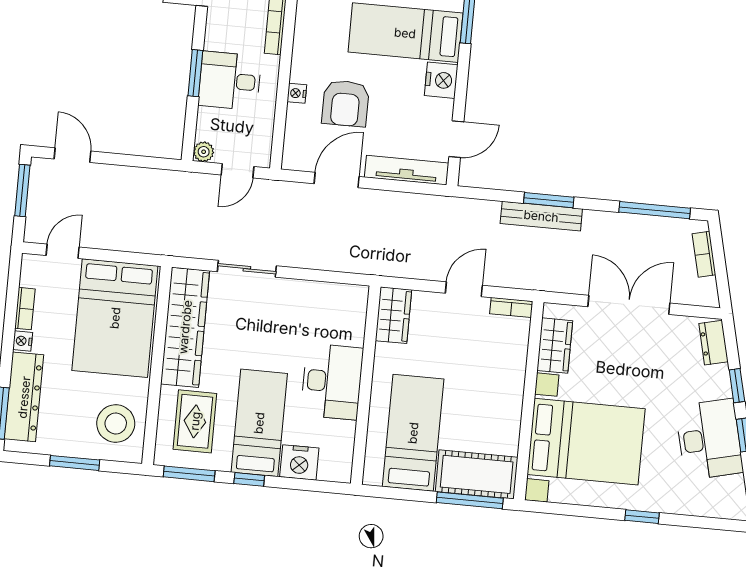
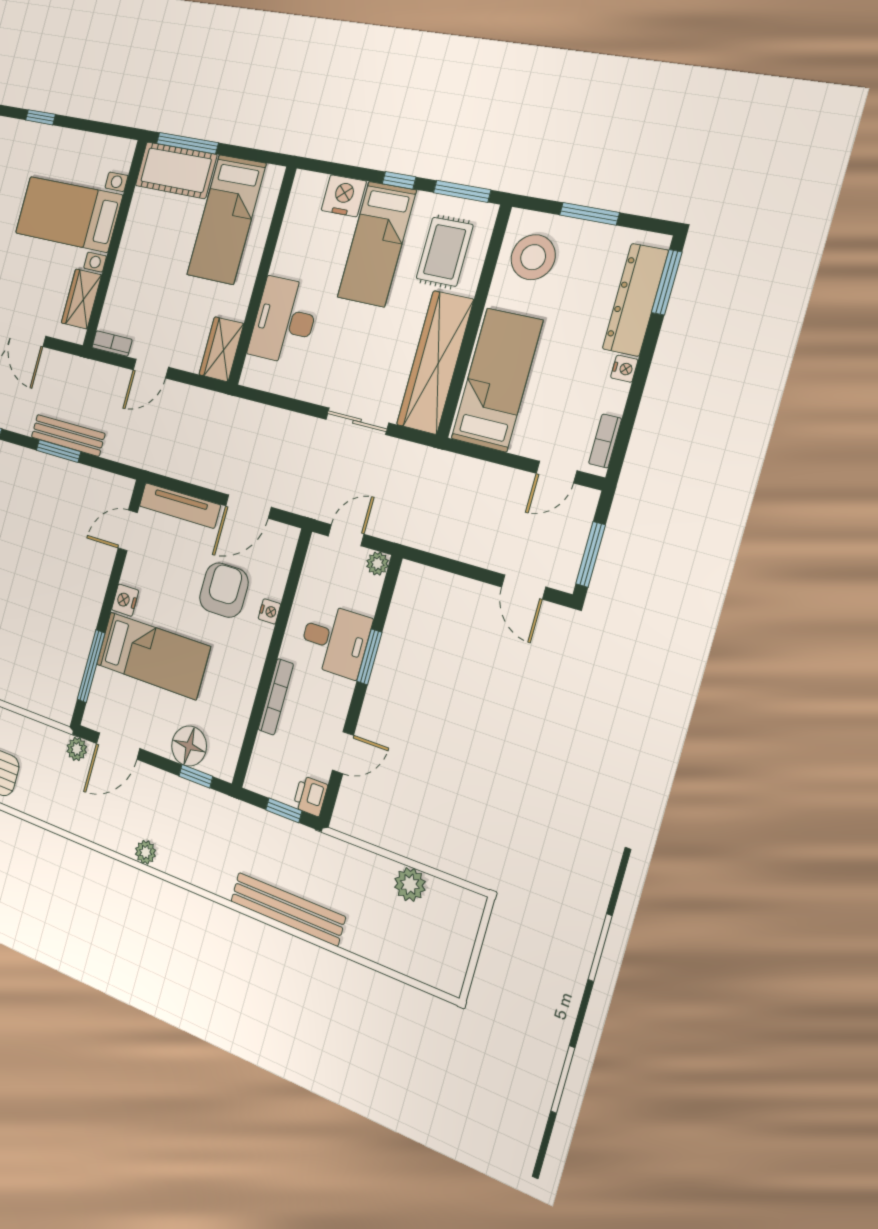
nightstand: (441, 80) -> (125, 600), width x0.74, depth x0.75
bookcase: (25, 309) -> (605, 441), moved
bed: (115, 318) -> (497, 380), width x0.67
desk: (332, 382) -> (284, 321), moved
bed with nightstands: (586, 442) -> (68, 214), width x0.73

